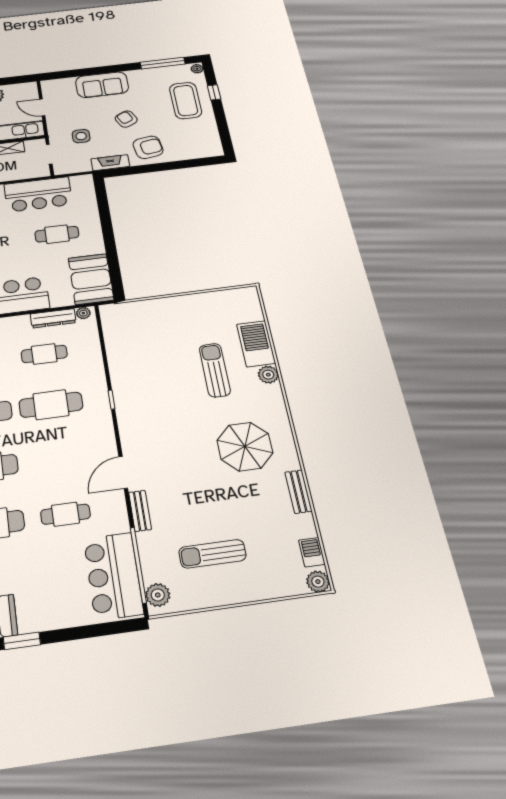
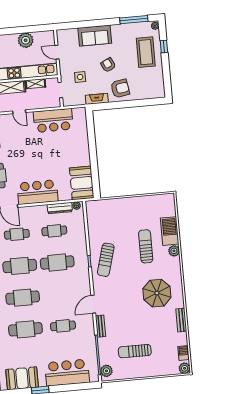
cafe table: (57, 234) -> (63, 150), removed
sun lounger: (142, 396) -> (106, 260), added
bar counter: (113, 576) -> (67, 373), moved, turned 90

